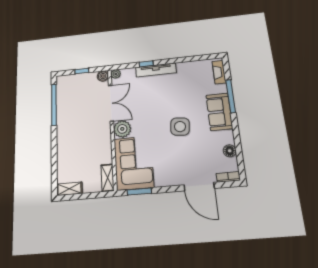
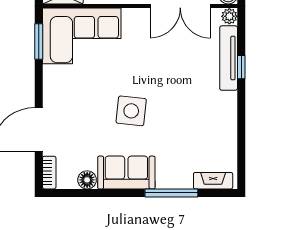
tv unit: (156, 70) -> (229, 58), moved
sofa: (219, 112) -> (126, 173), moved
plant: (122, 129) -> (136, 22), removed

